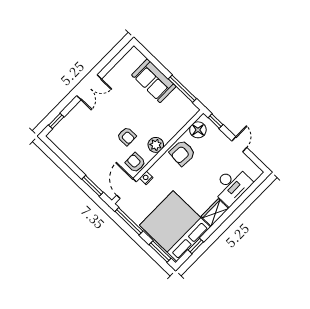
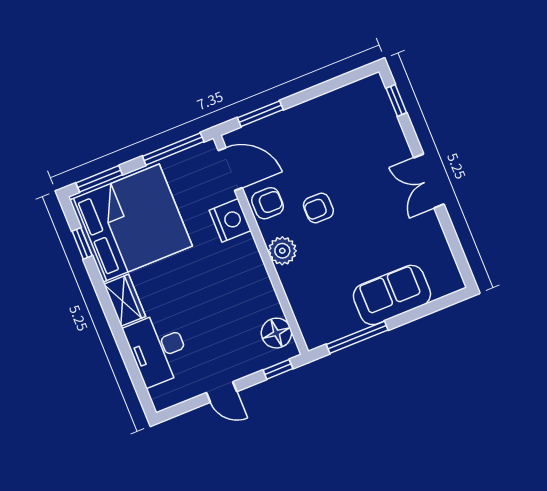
armchair: (182, 153) -> (249, 290), removed
nightstand: (146, 178) -> (230, 220), width x1.89, depth x1.79

